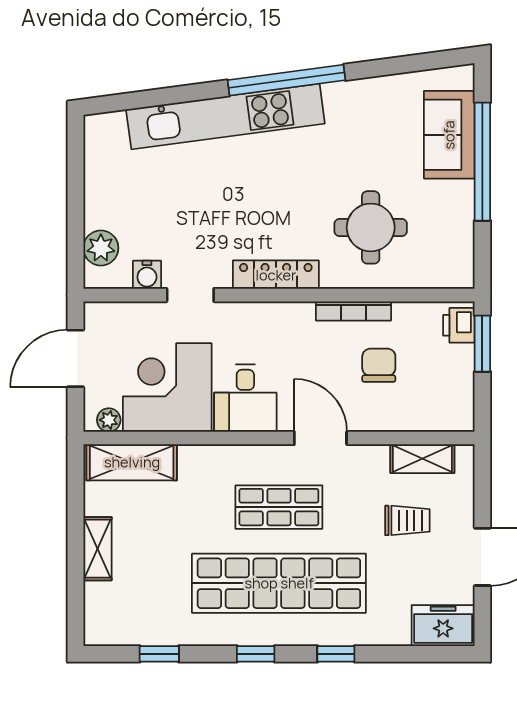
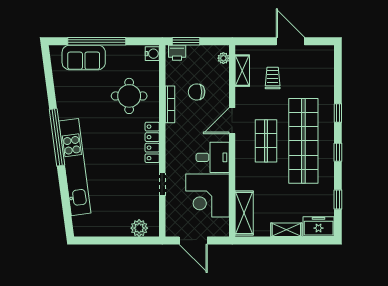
water cooler: (147, 275) -> (152, 54), moved
plant: (109, 420) -> (223, 58), moved
freezer: (443, 626) -> (319, 227), moved, turned 90

